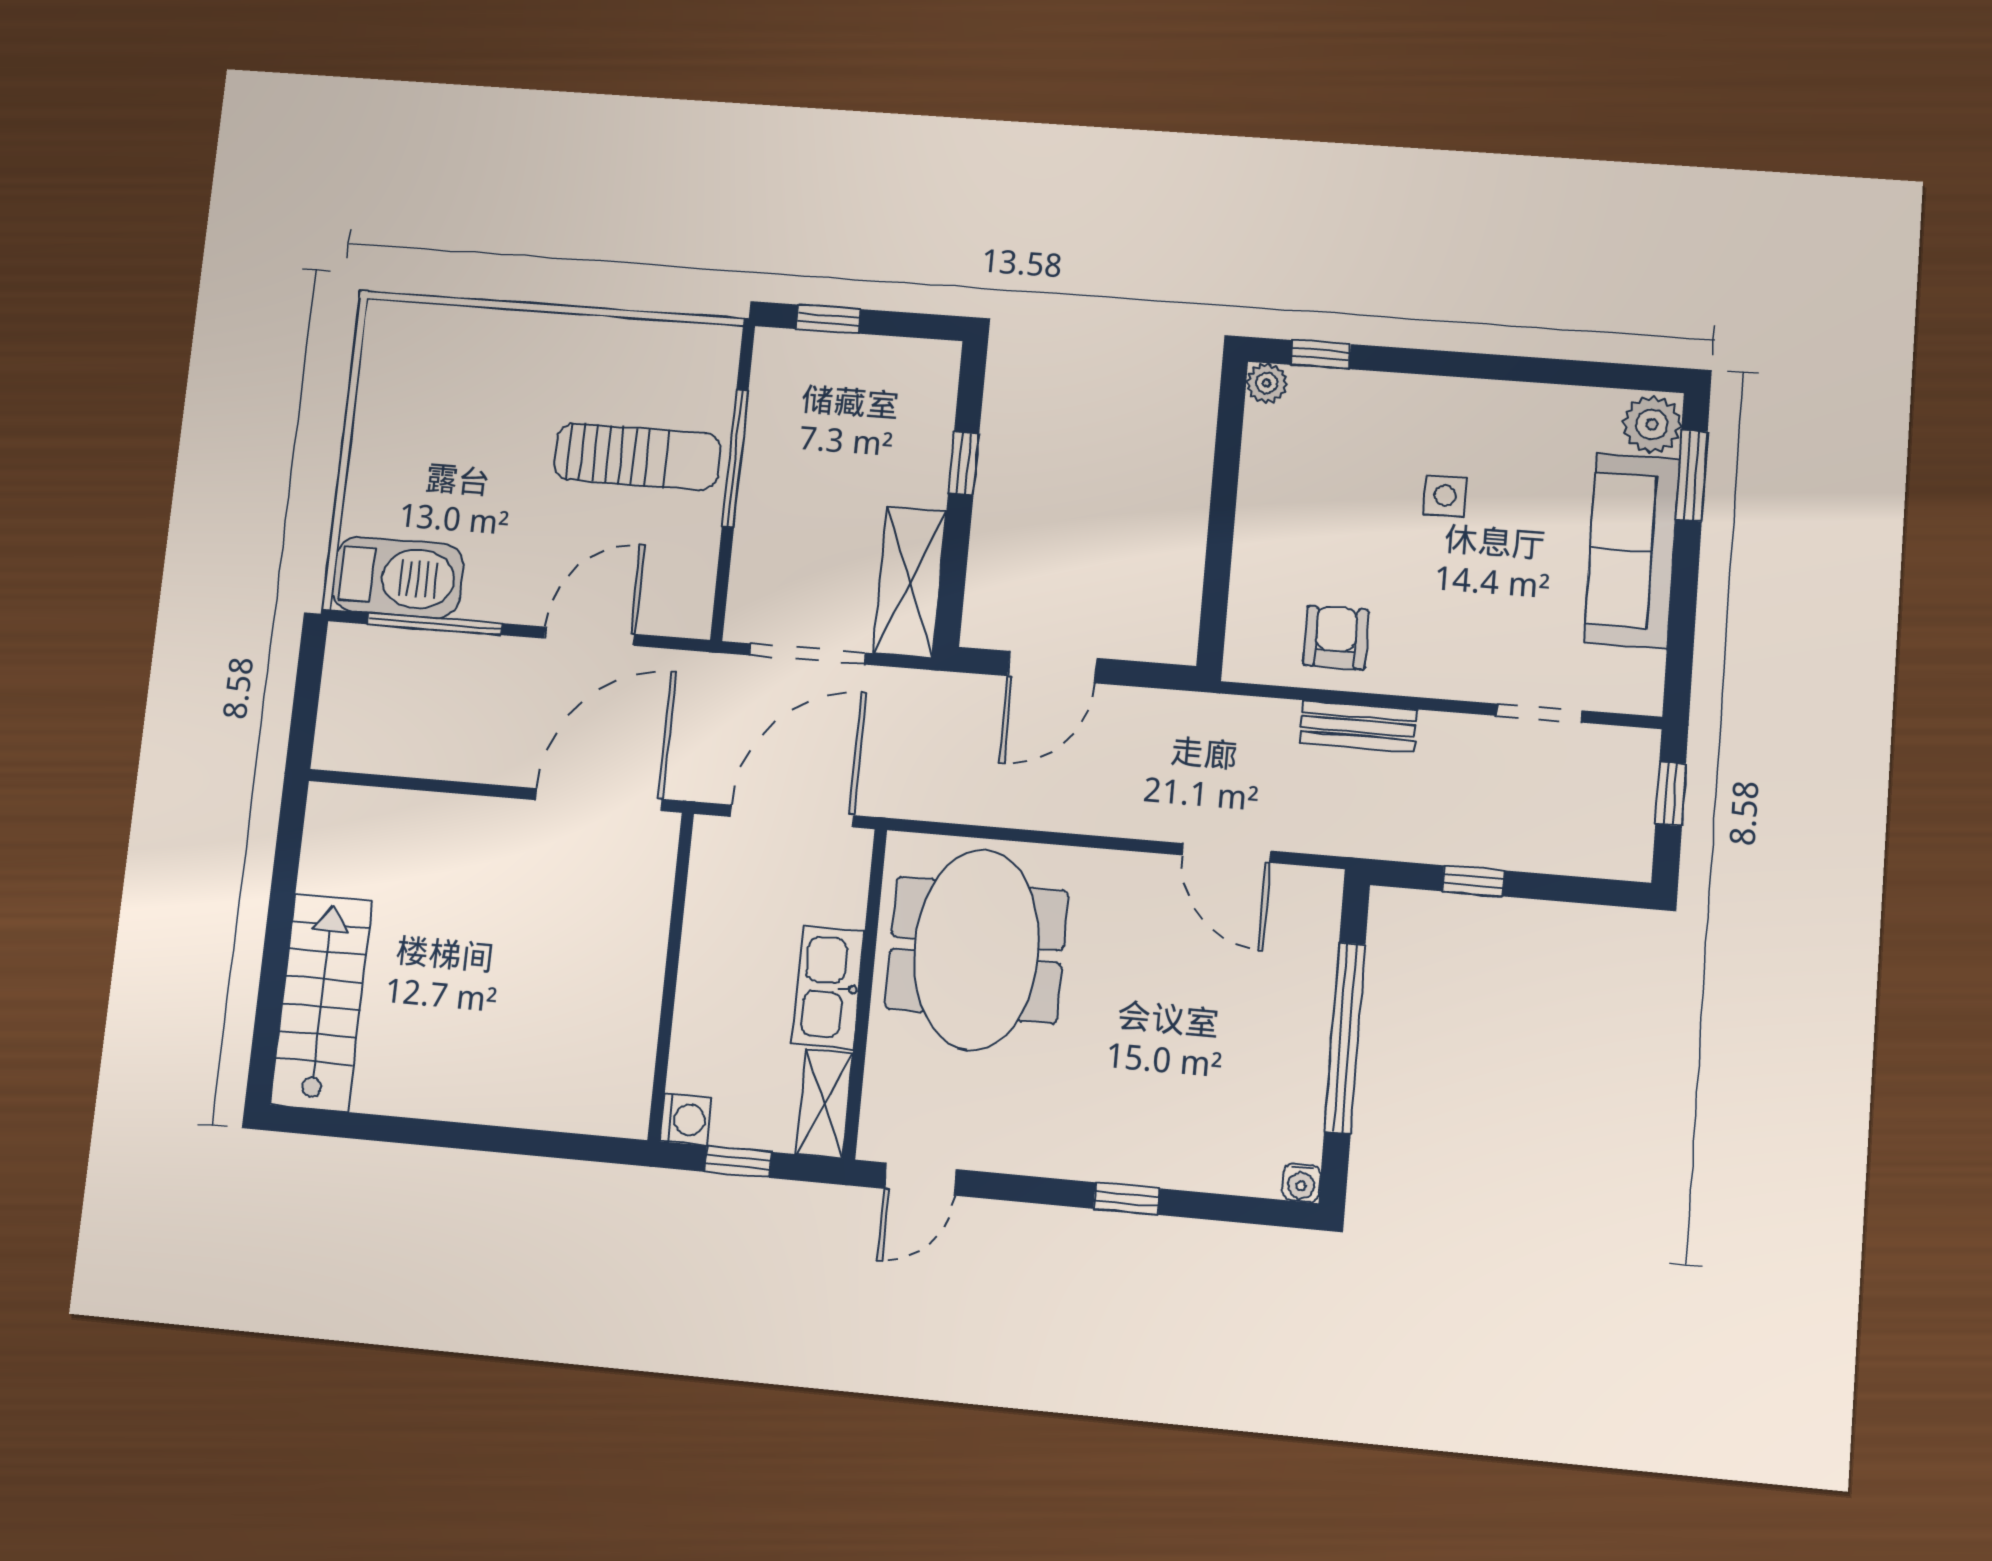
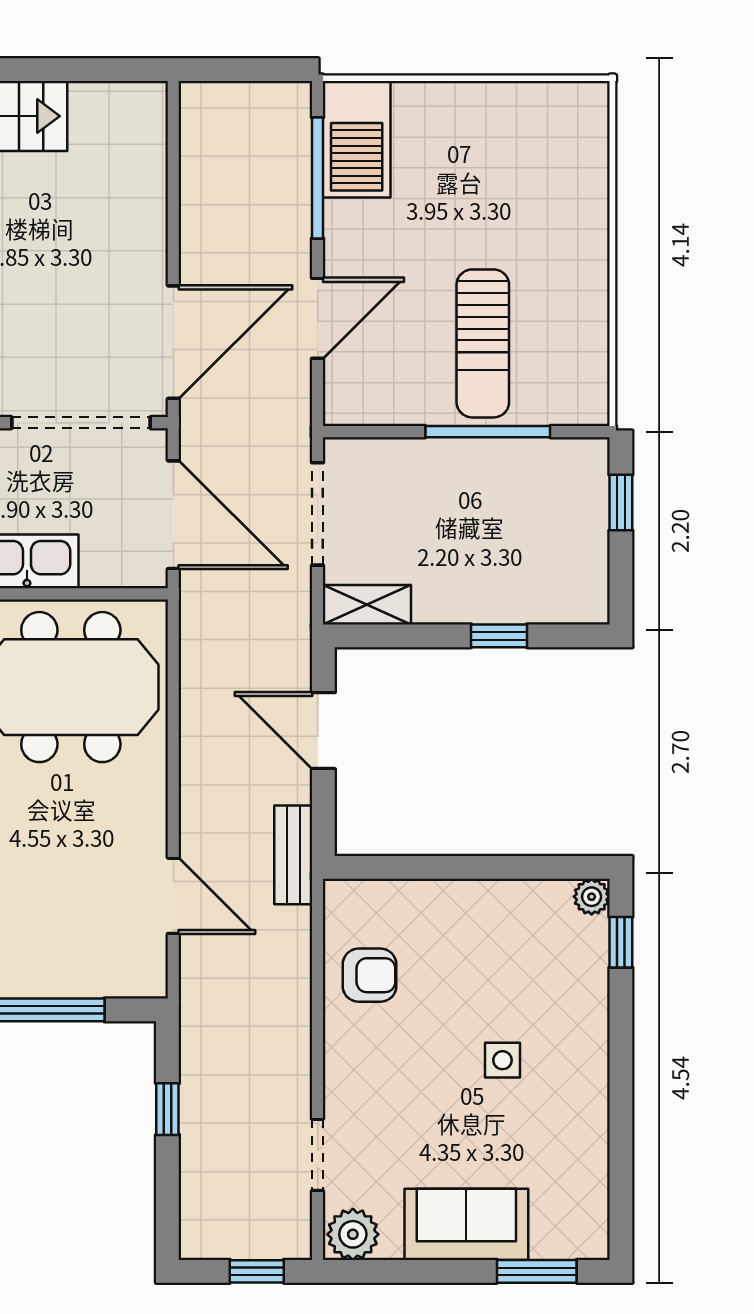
plant: (1652, 424) -> (353, 1234), moved
sofa: (1632, 551) -> (466, 1224), width x0.73
shelving: (910, 582) -> (367, 605), width x0.67, depth x0.75
door: (590, 636) -> (318, 318), hinge flipped
bench: (1358, 726) -> (293, 855), moved
door: (599, 800) -> (173, 342), hinge flipped
door: (1226, 853) -> (173, 896), swing flipped
doorway: (678, 912) -> (81, 423), added

